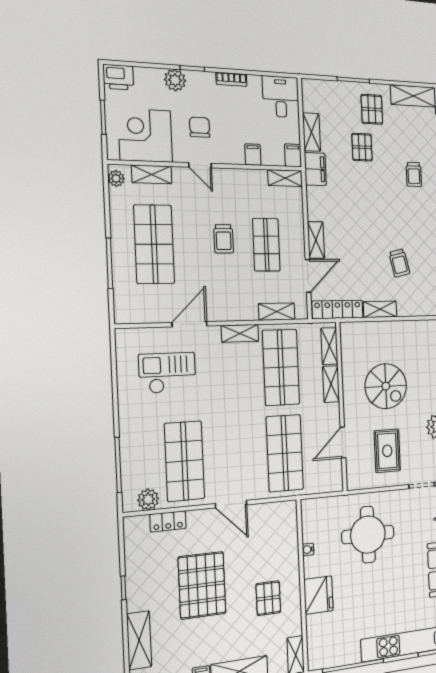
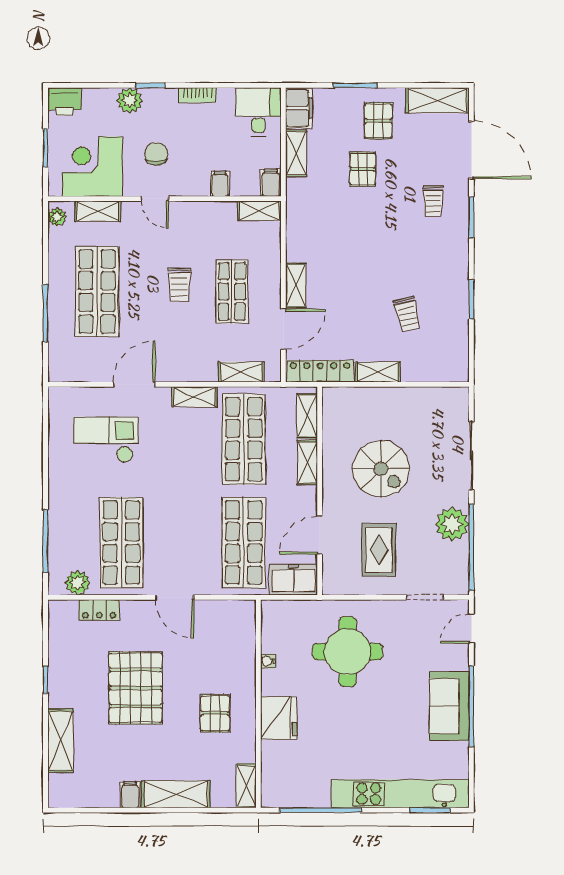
filing cabinet: (315, 169) -> (299, 108), moved
freezer: (325, 480) -> (294, 580), added

